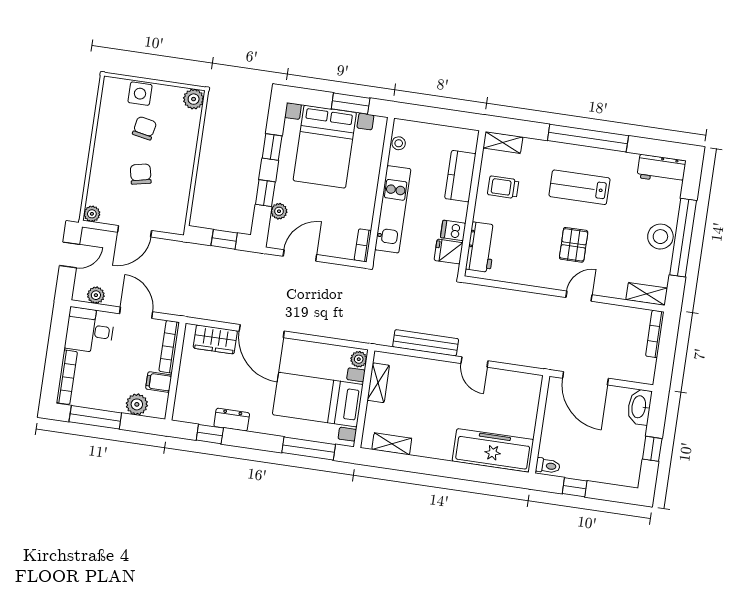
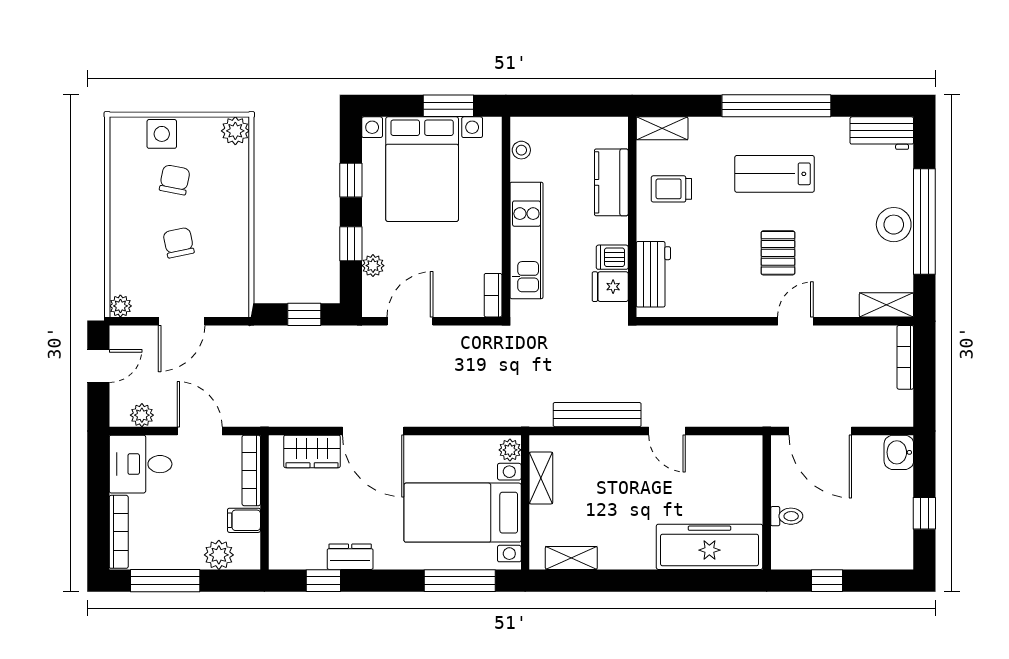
washbasin: (639, 407) -> (899, 452), width x0.72
toilet: (548, 466) -> (787, 516), moved

